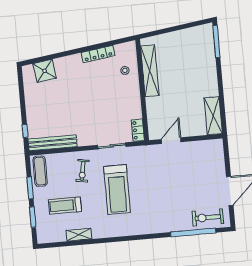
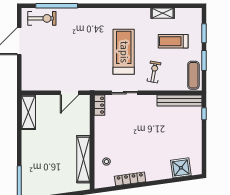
treadmill: (65, 206) -> (173, 41), turned 180

